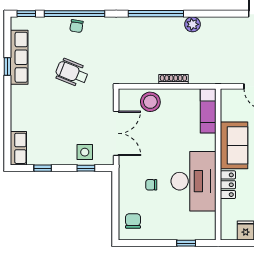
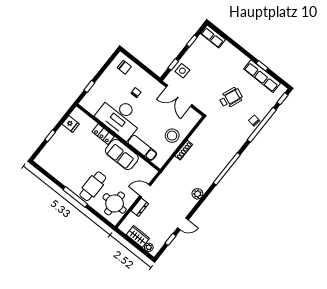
plant: (192, 24) -> (197, 194), moved
stool: (150, 102) -> (172, 136), moved
exam couch: (208, 111) -> (142, 148), moved

